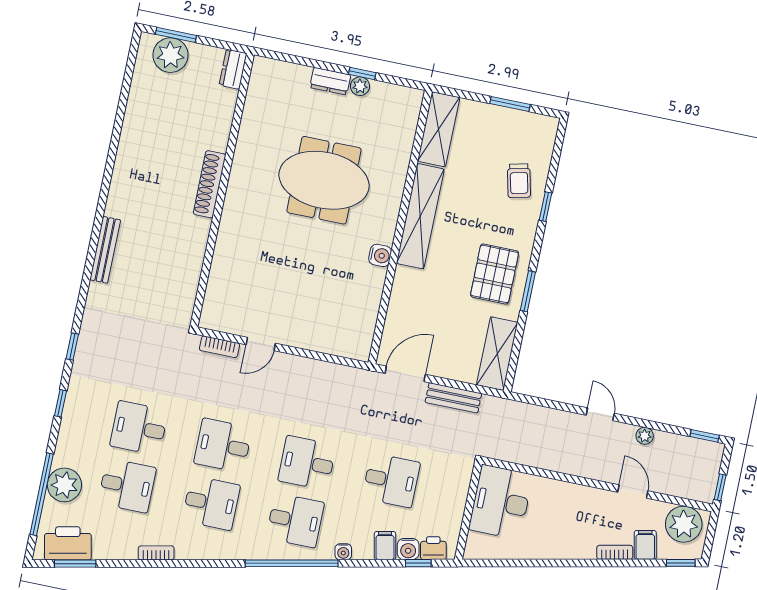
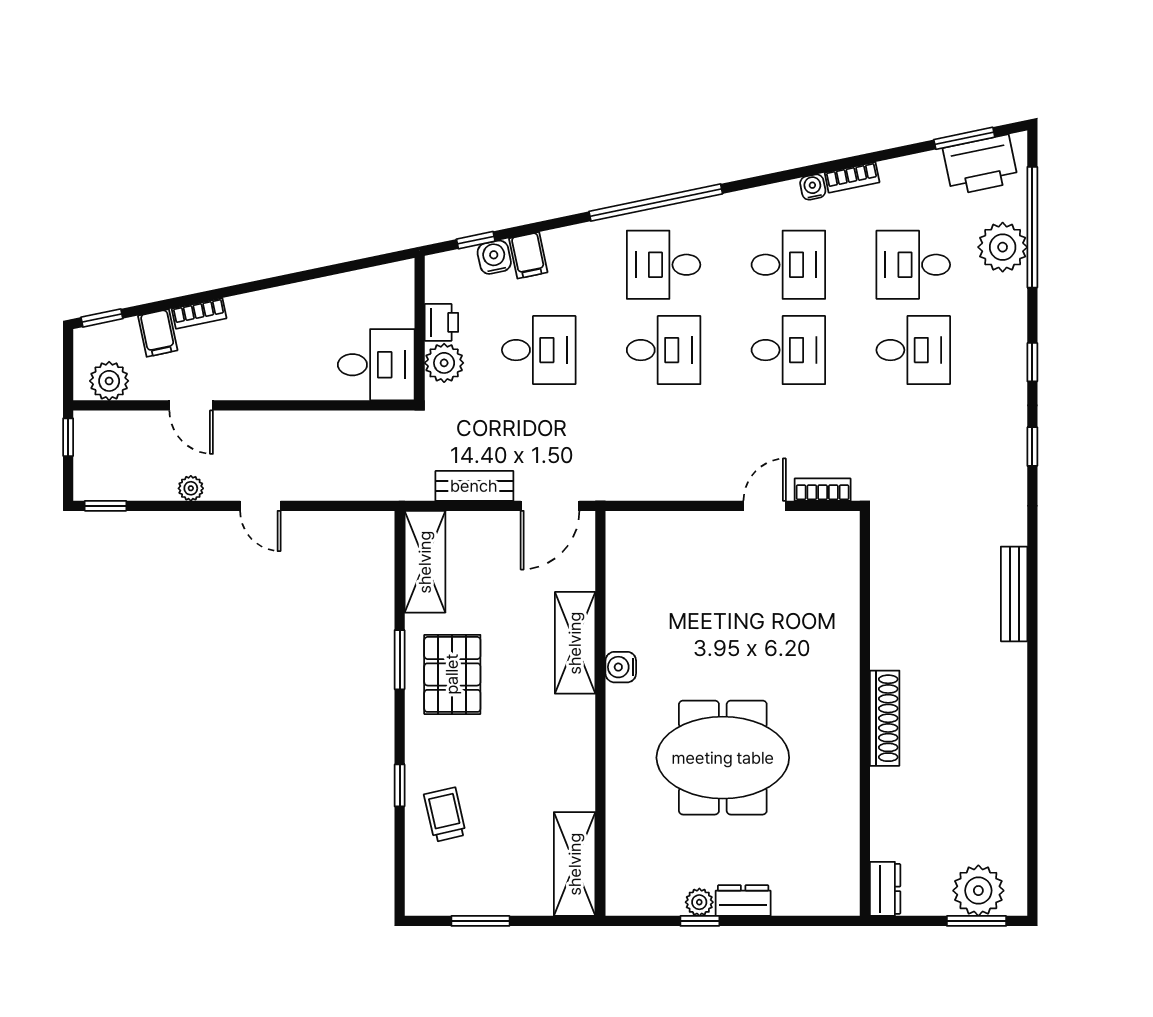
shelving: (420, 216) -> (575, 643), moved, width x0.68
desk: (391, 480) -> (539, 350), turned 180
plant: (457, 485) -> (444, 363), added
desk: (501, 502) -> (376, 365), width x0.73
desk: (211, 503) -> (788, 265), turned 180
plant: (684, 524) -> (109, 381), width x0.73, depth x0.73
printer: (433, 548) -> (441, 322), moved, turned -78
water cooler: (343, 552) -> (813, 187), moved

